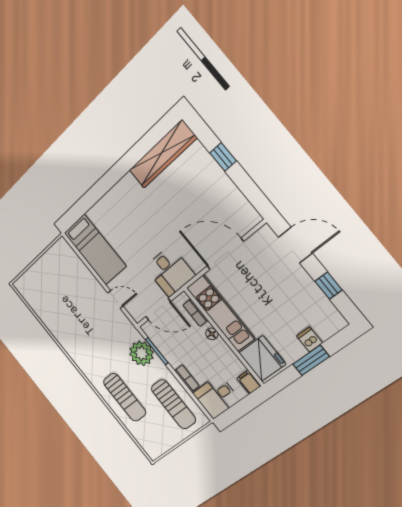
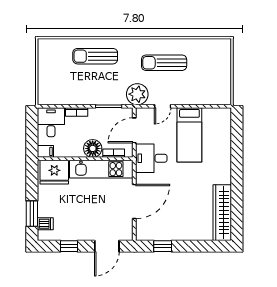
window: (223, 157) -> (163, 246), moved
bed: (95, 250) -> (189, 135), moved, turned -90
floor lamp: (212, 334) -> (93, 148), width x1.89, depth x1.89
dishwasher: (309, 340) -> (45, 224), moved
plant: (141, 353) -> (137, 94), moved
window: (311, 360) -> (32, 214), moved
sun lounger: (173, 404) -> (164, 63), moved

